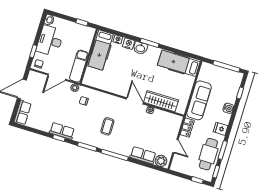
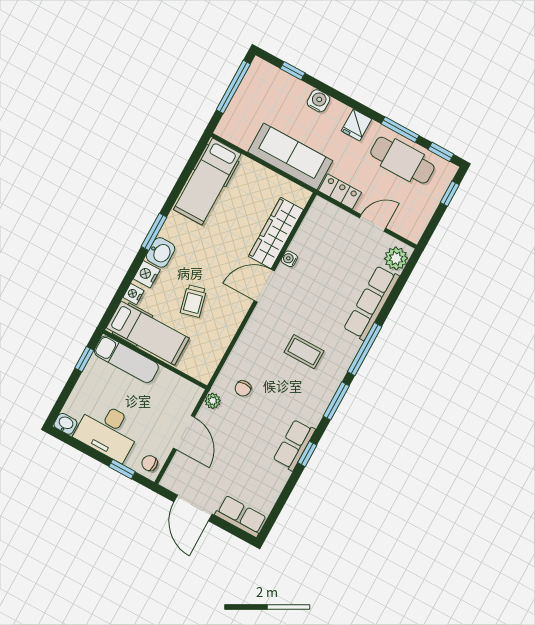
exam couch: (79, 66) -> (126, 359), moved
trolley: (120, 69) -> (193, 301), added
row of seats: (143, 155) -> (371, 303), width x1.48

